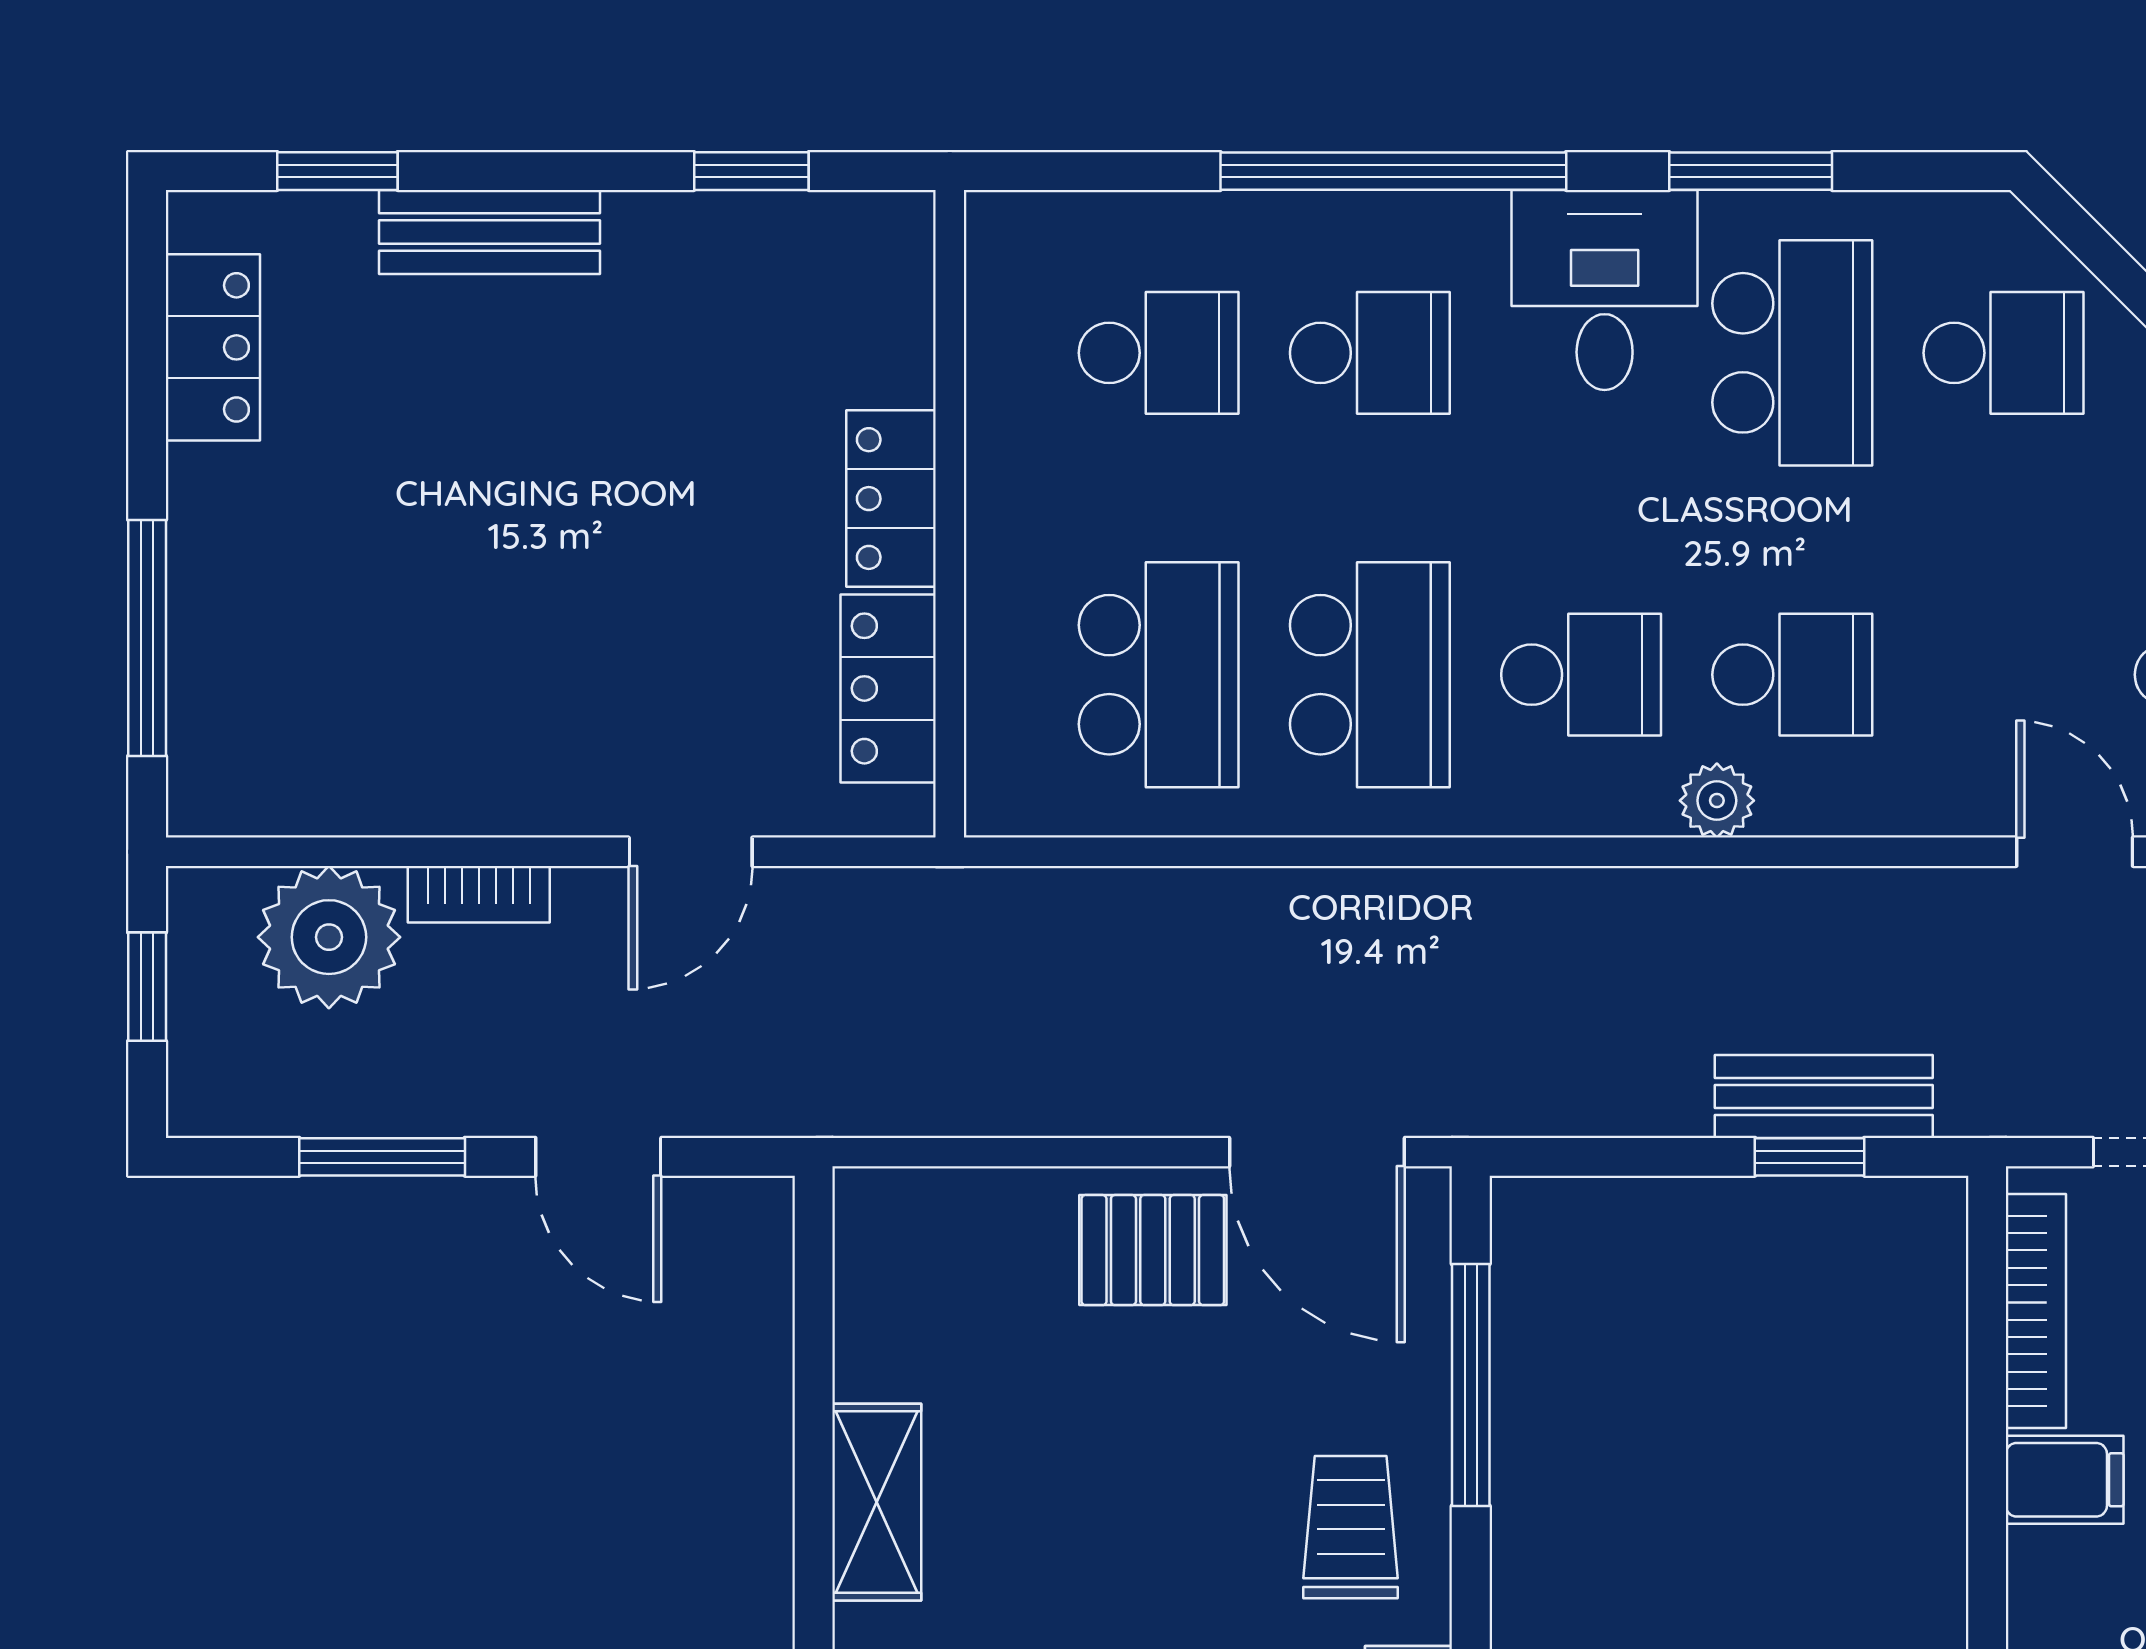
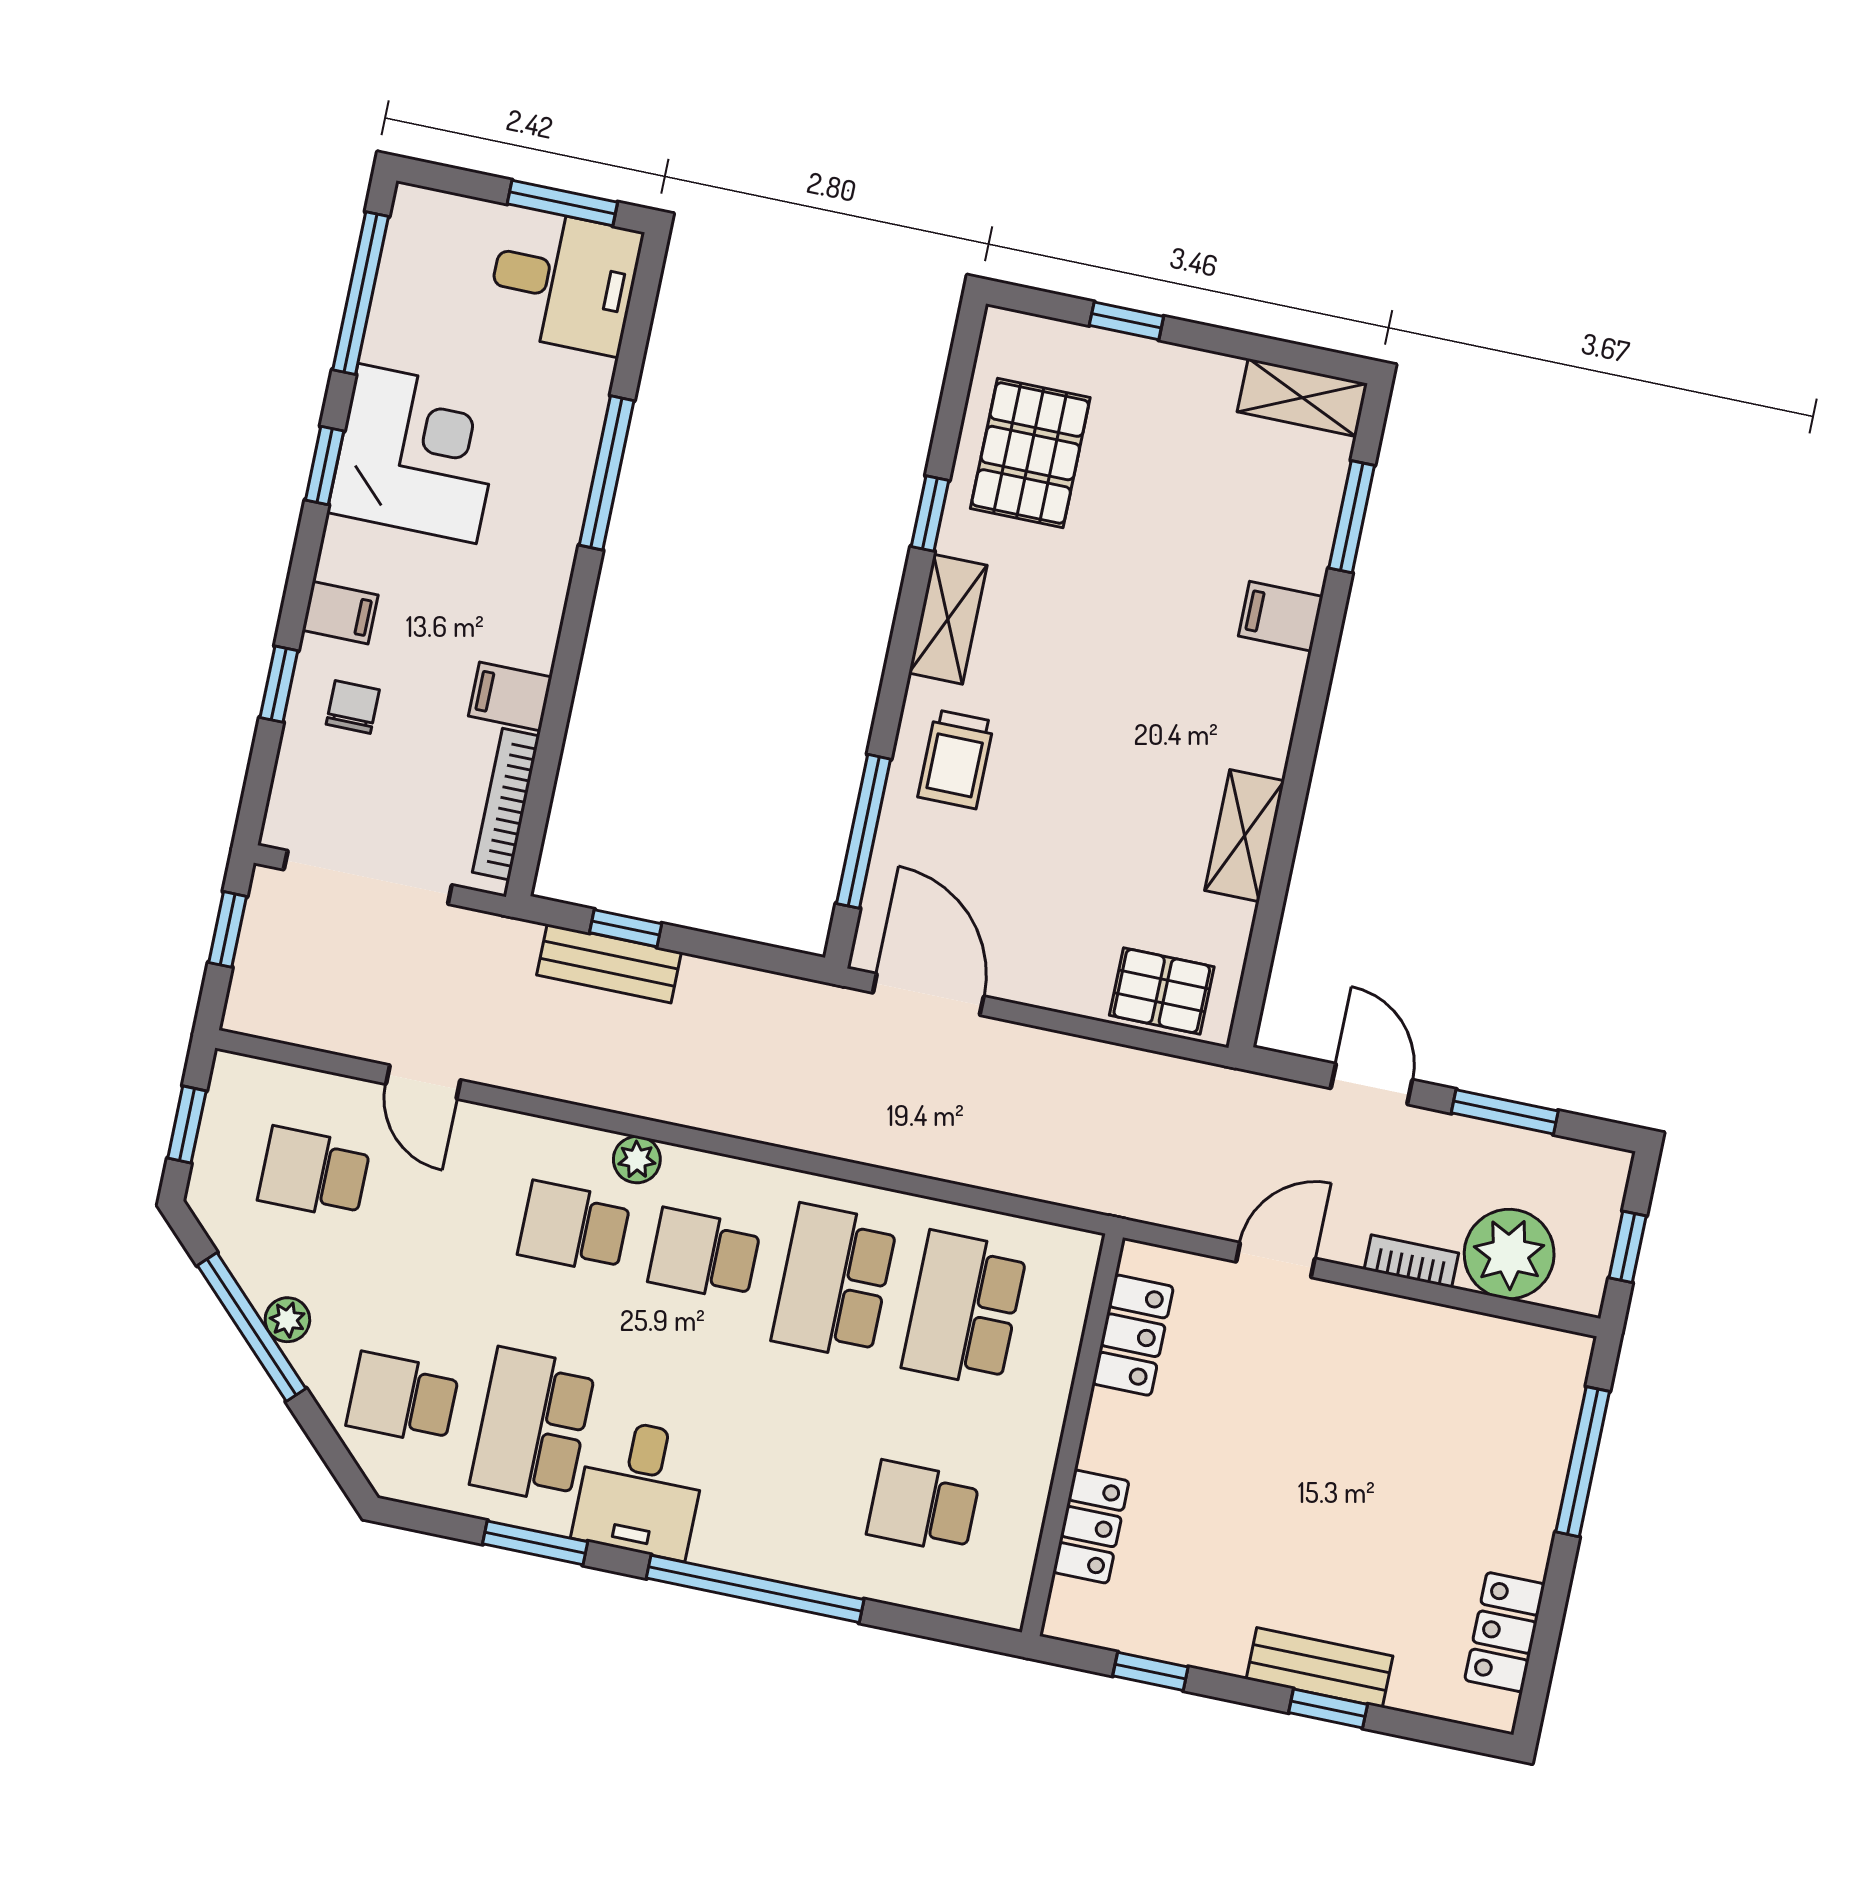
window: (337, 171) -> (1328, 1709), moved
school desk: (1370, 353) -> (793, 1480), removed
locker: (891, 499) -> (1091, 1527), moved
pallet: (1153, 1250) -> (1162, 991), moved

